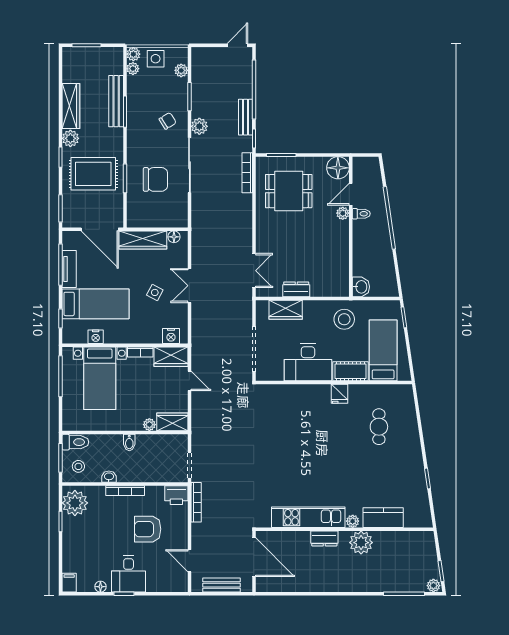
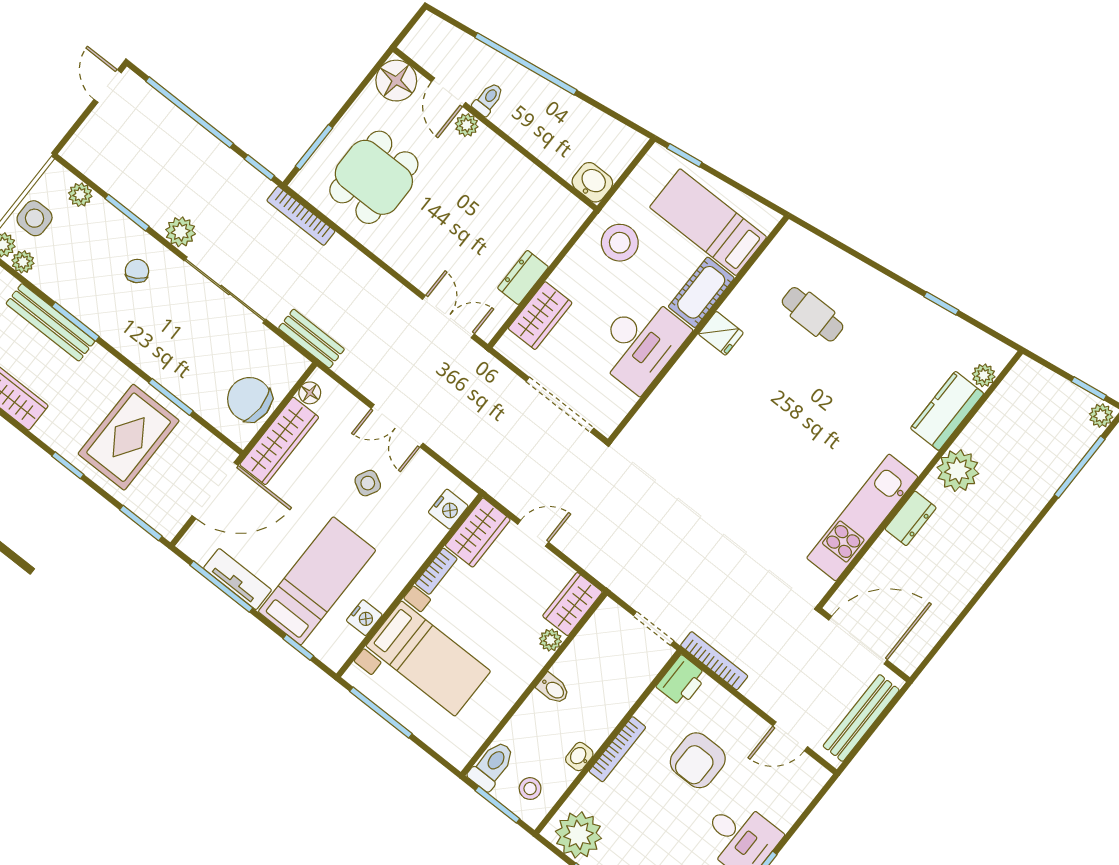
bench: (245, 117) -> (311, 339), moved
plant: (70, 138) -> (52, 430), removed
chair: (155, 179) -> (249, 399), moved, turned -90
plant: (353, 521) -> (984, 375), moved
bench: (221, 585) -> (861, 718), width x1.36

